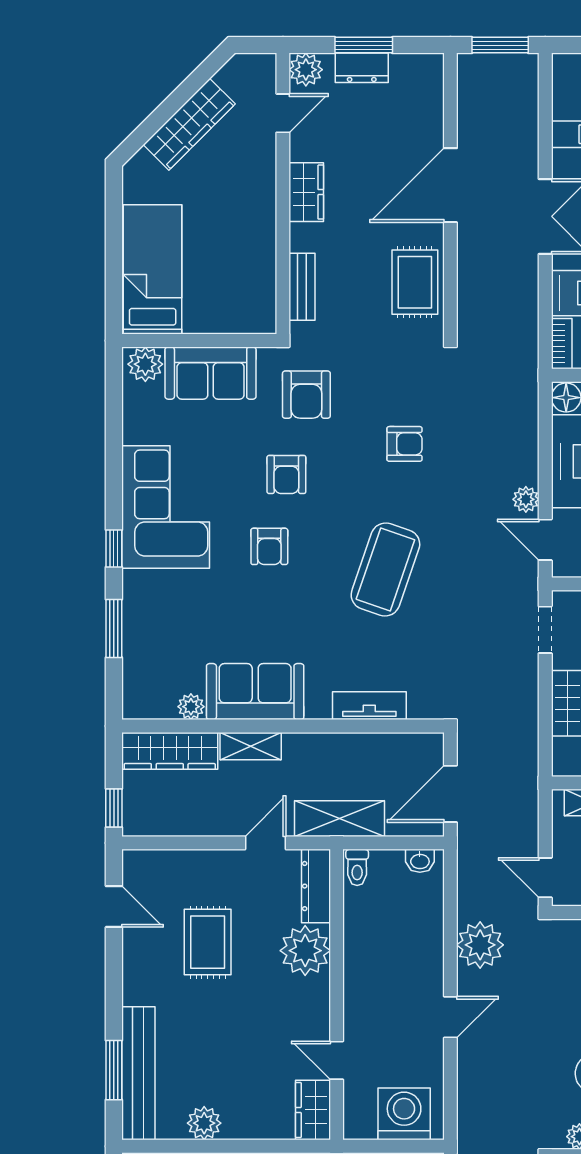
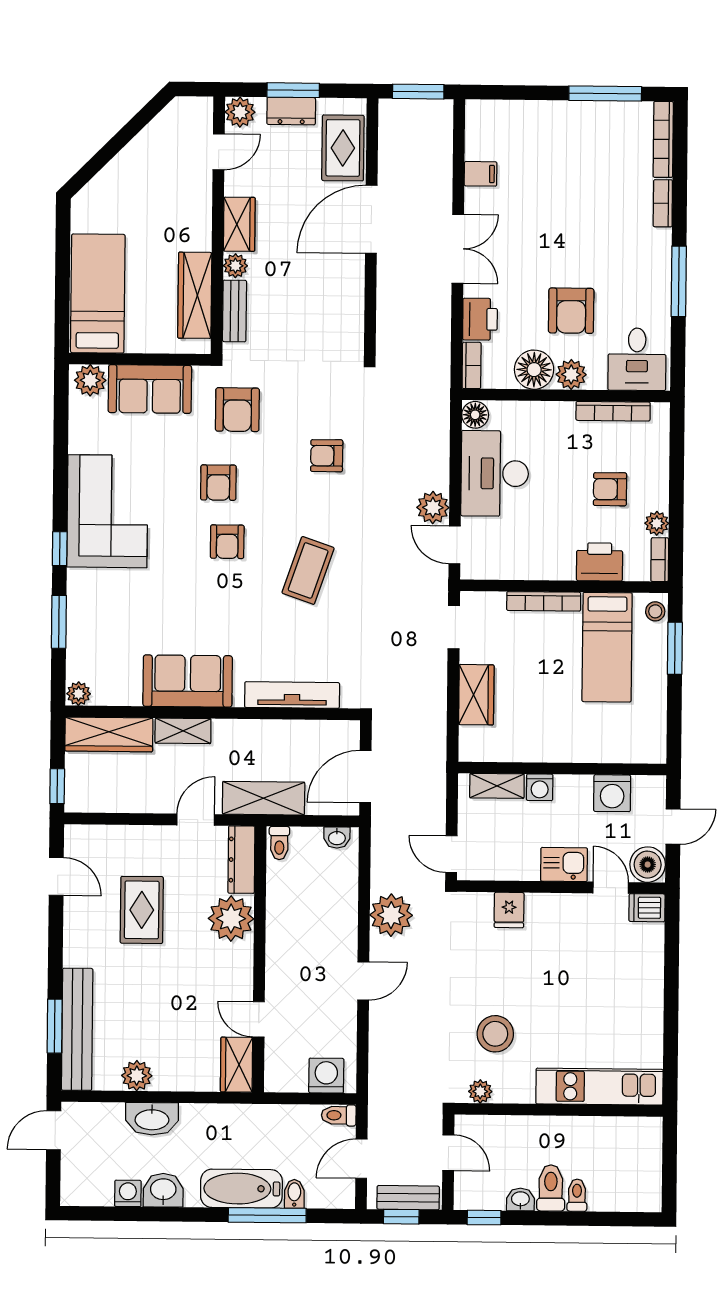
wardrobe: (189, 124) -> (195, 295), moved, turned 135
plant: (303, 237) -> (235, 266), added
rug: (415, 282) -> (343, 148), moved
armchair: (404, 444) -> (327, 456), turned 180
plant: (526, 499) -> (433, 508), width x1.38, depth x1.38
armchair: (269, 546) -> (227, 542), moved
coffee table: (385, 569) -> (308, 570), width x0.73, depth x0.76
tv unit: (369, 706) -> (292, 695), width x1.41
plant: (191, 707) -> (79, 694), moved
washing machine: (404, 1114) -> (326, 1076), width x0.73, depth x0.73

